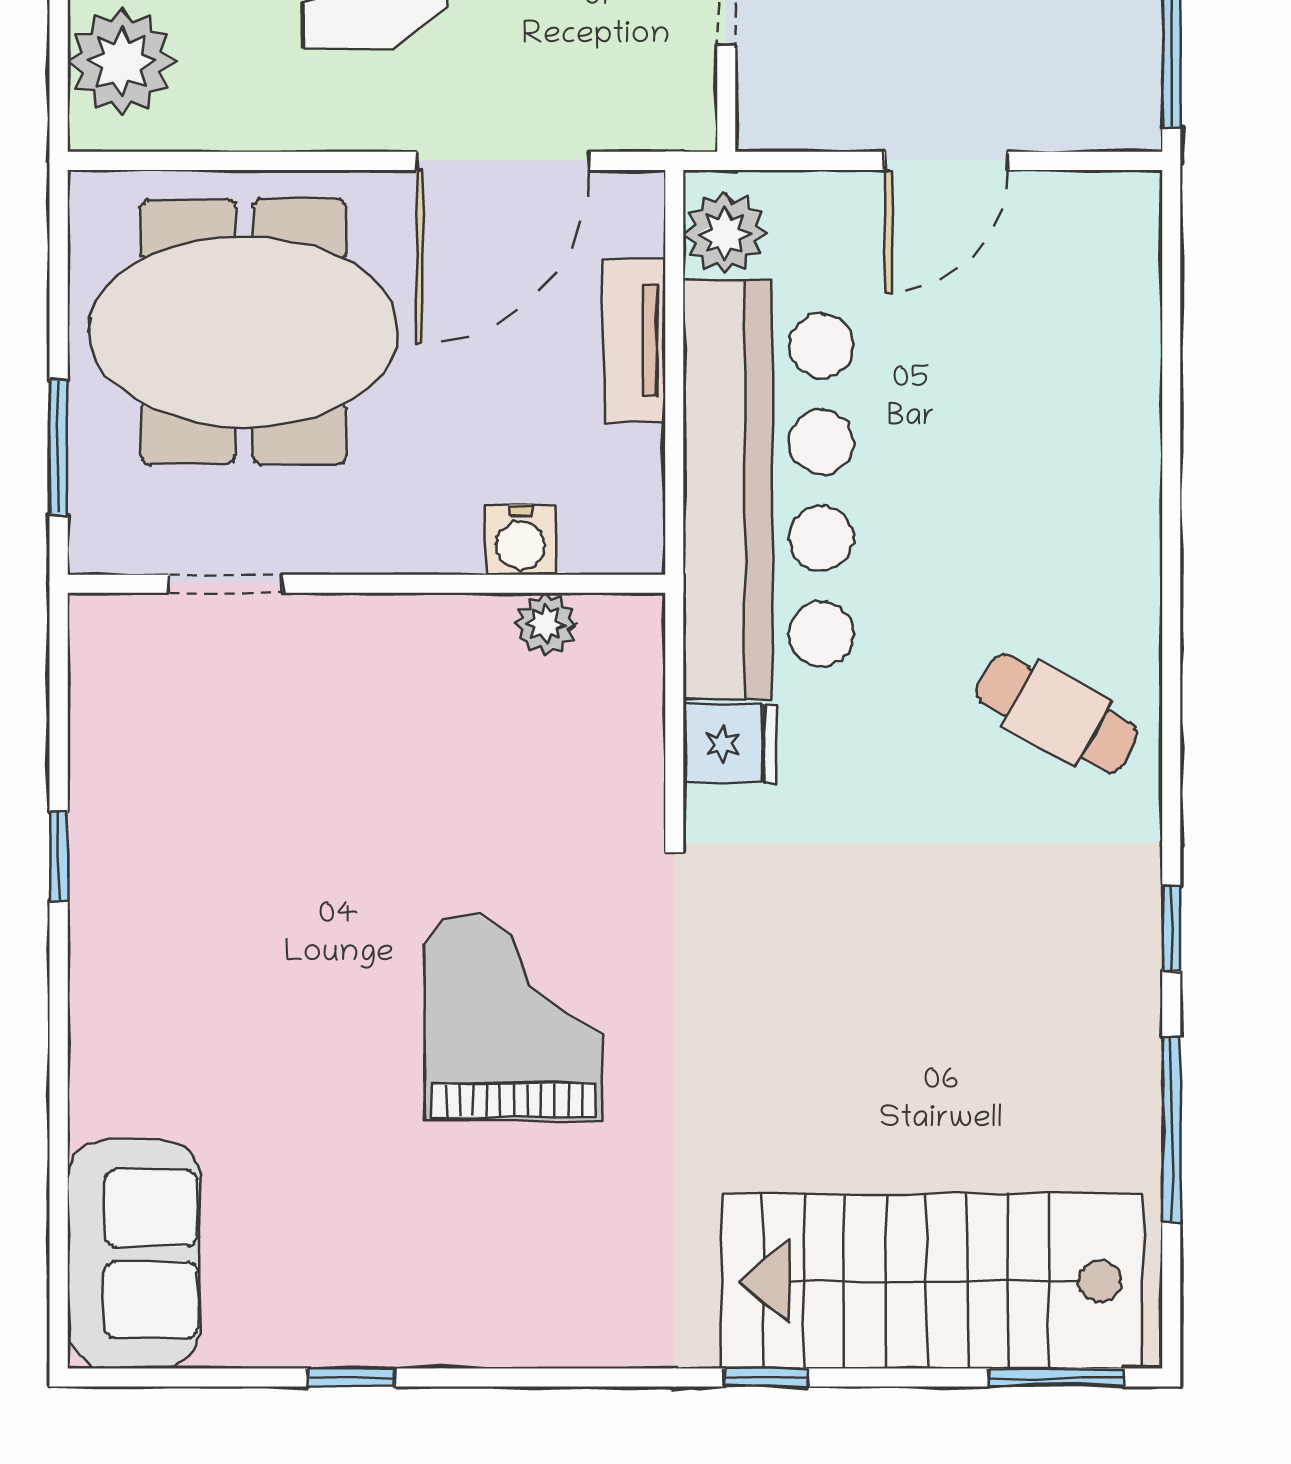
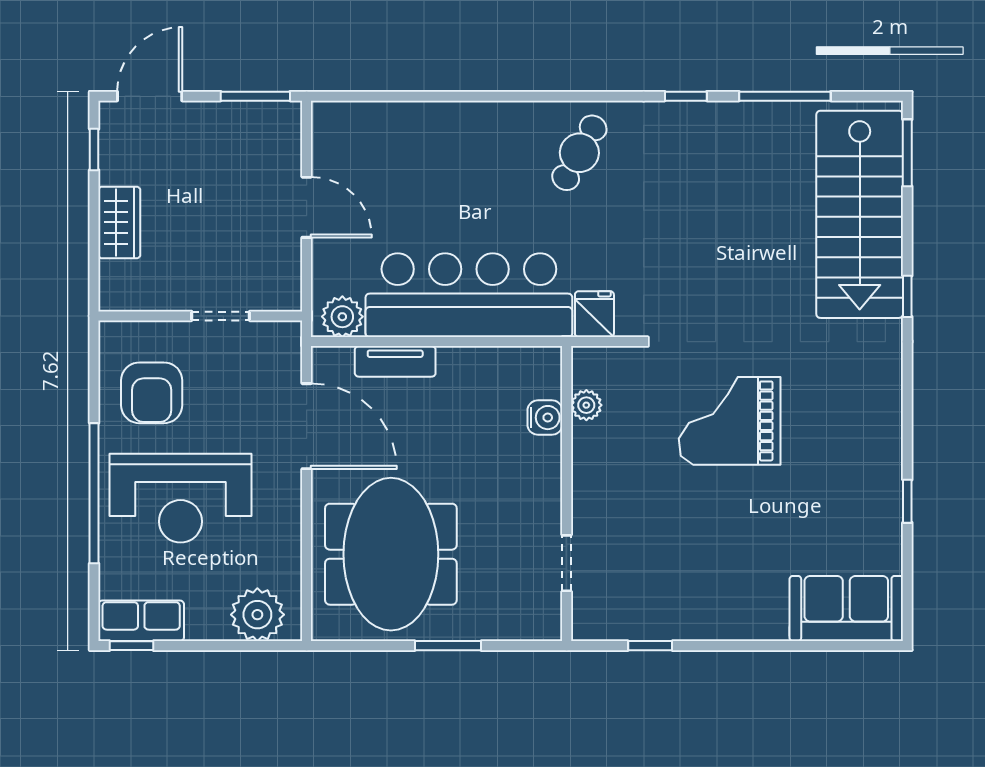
water cooler: (520, 540) -> (545, 418), moved
doorway: (226, 584) -> (567, 563), moved
wall: (366, 584) -> (567, 494), moved
plant: (546, 624) -> (586, 405), moved

